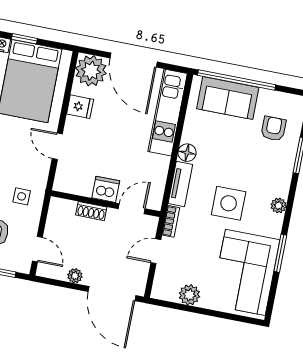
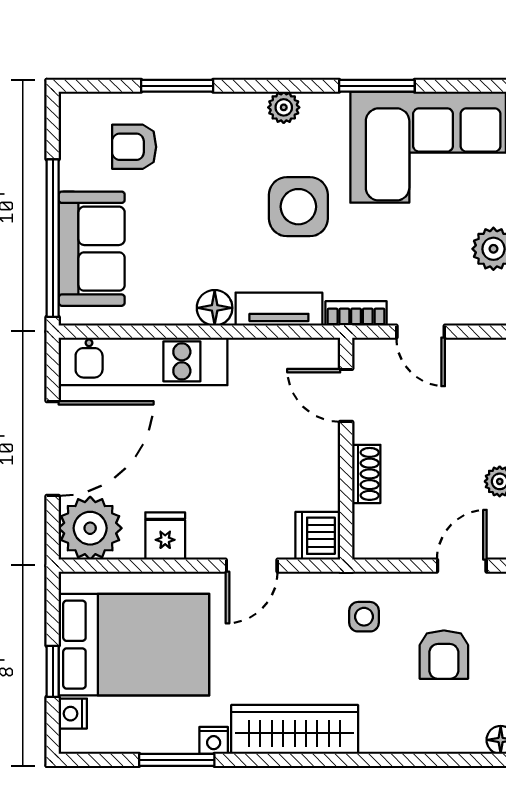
dishwasher: (106, 189) -> (318, 536), moved

